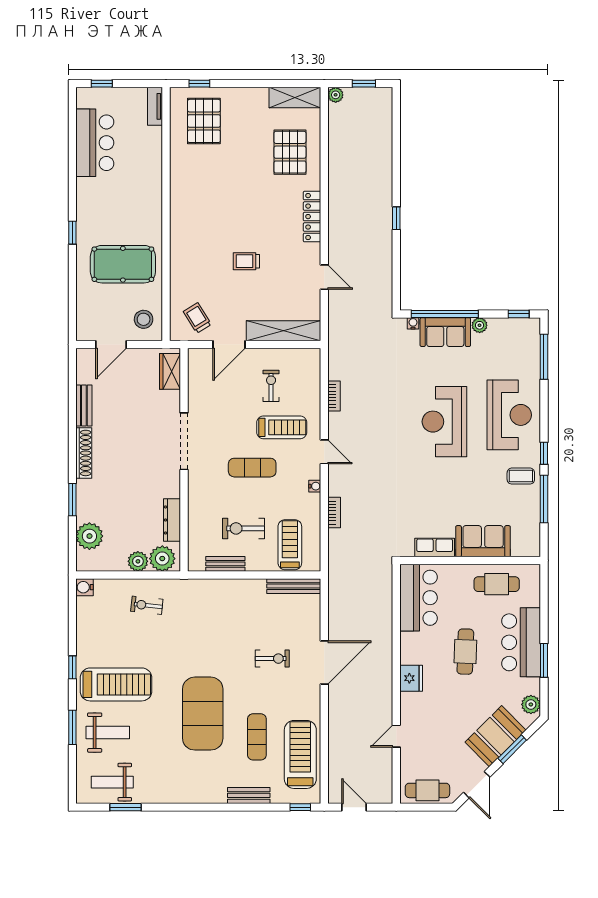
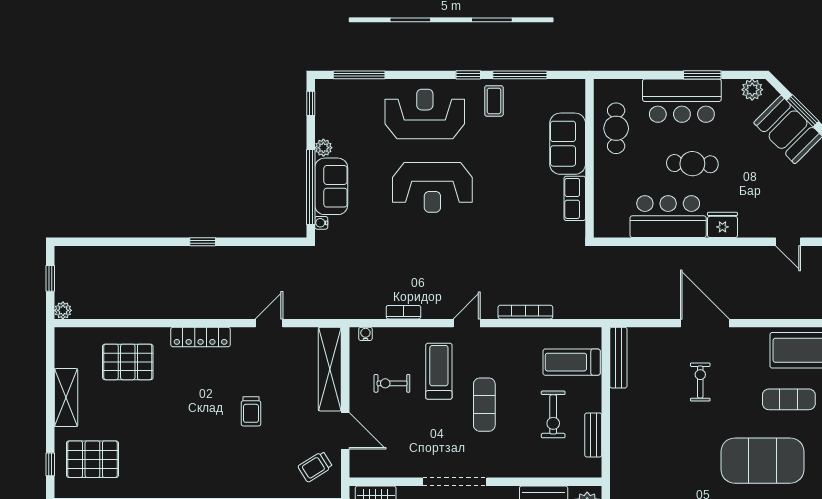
shelving: (295, 98) -> (66, 398), moved
water cooler: (315, 486) -> (365, 334), moved
bookcase: (334, 513) -> (525, 312), width x1.56
bar counter: (419, 598) -> (668, 217), moved

